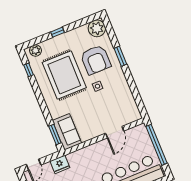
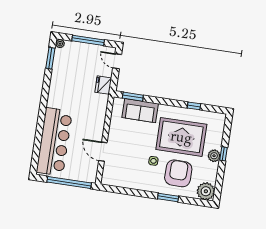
plant: (35, 50) -> (214, 156), moved
armchair: (96, 60) -> (178, 173), turned 91
window: (29, 70) -> (194, 106), moved
sofa: (67, 132) -> (140, 111), moved

